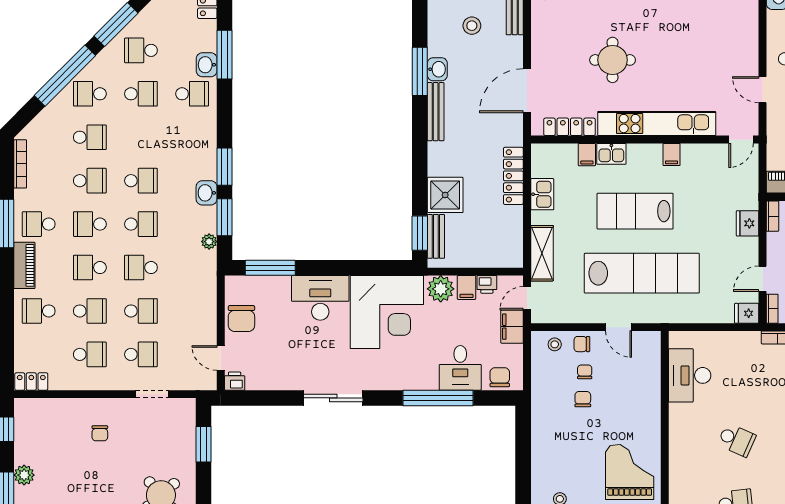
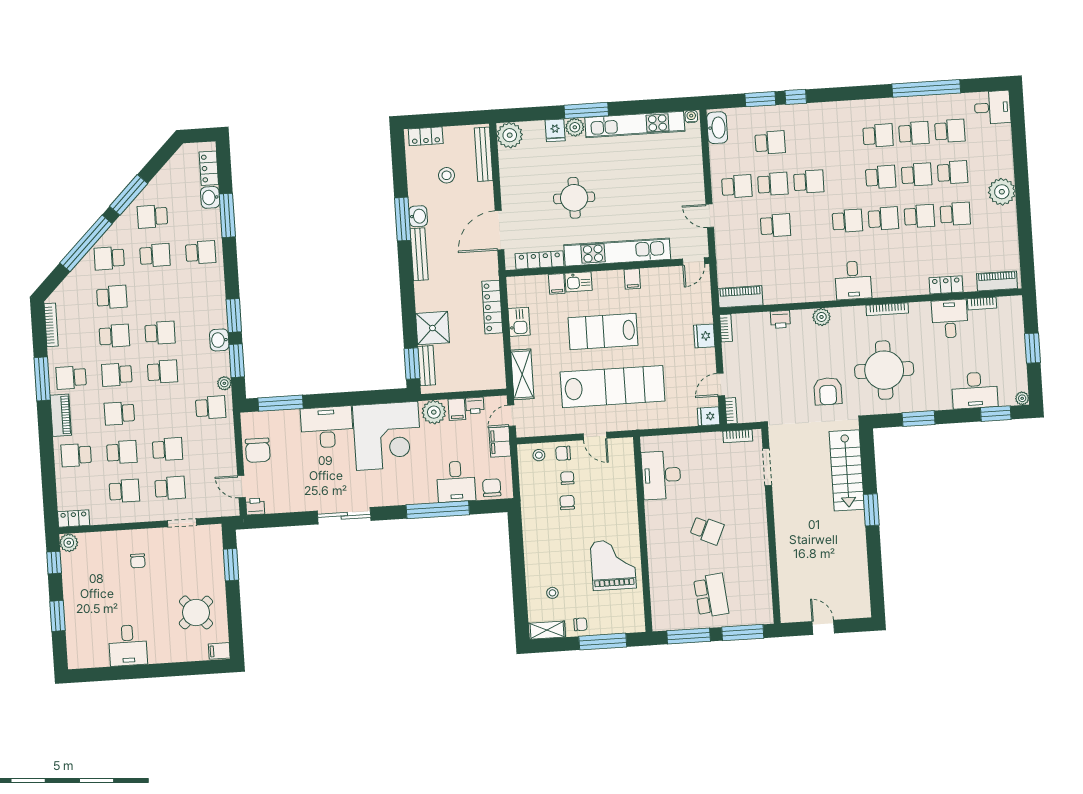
washbasin: (207, 65) -> (210, 197), moved
school desk: (141, 268) -> (211, 407), moved, turned 180
plant: (24, 475) -> (69, 543), moved

